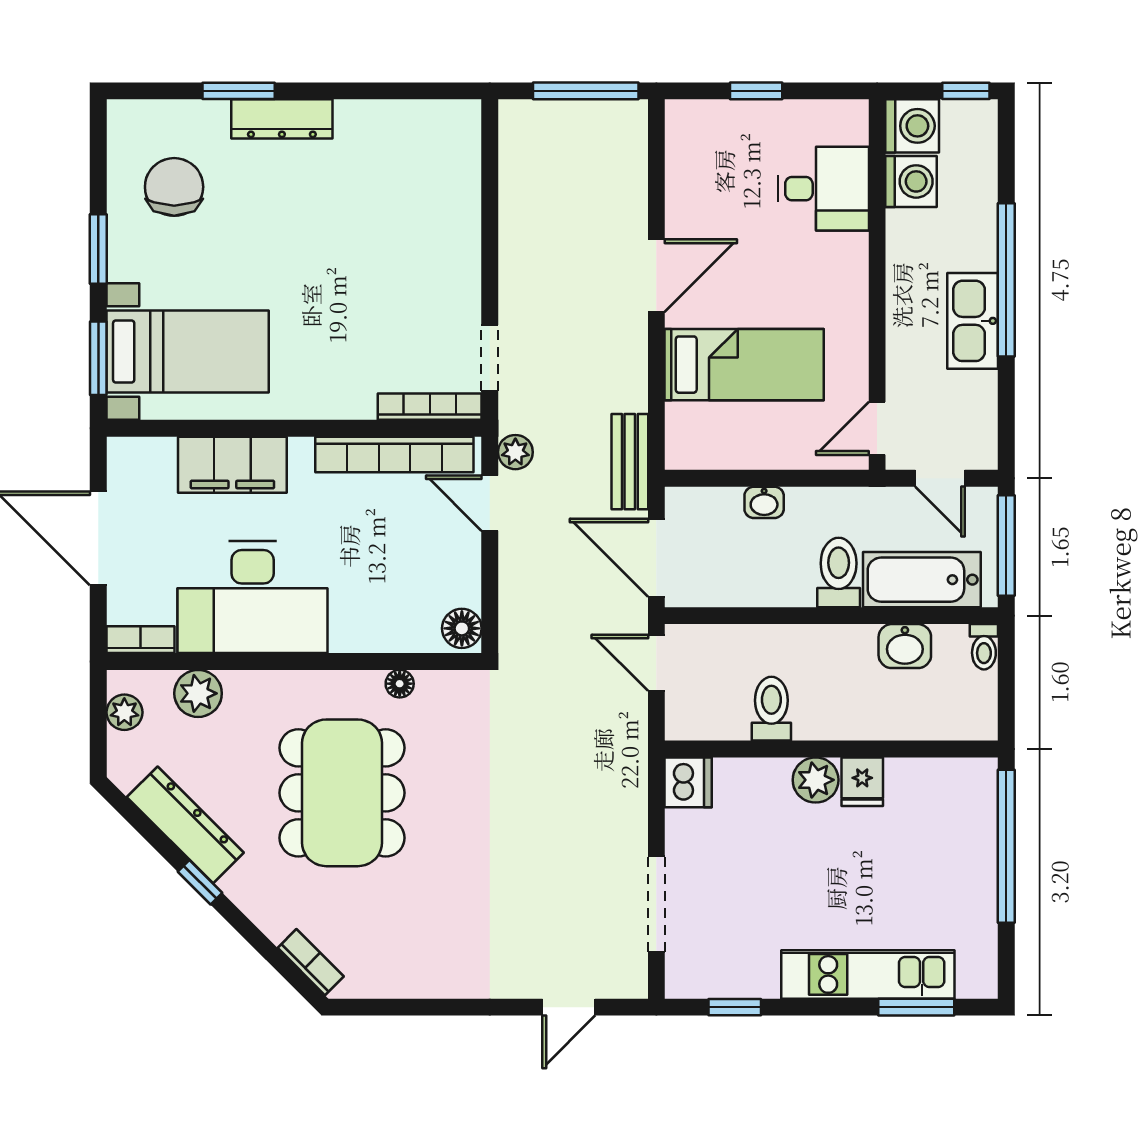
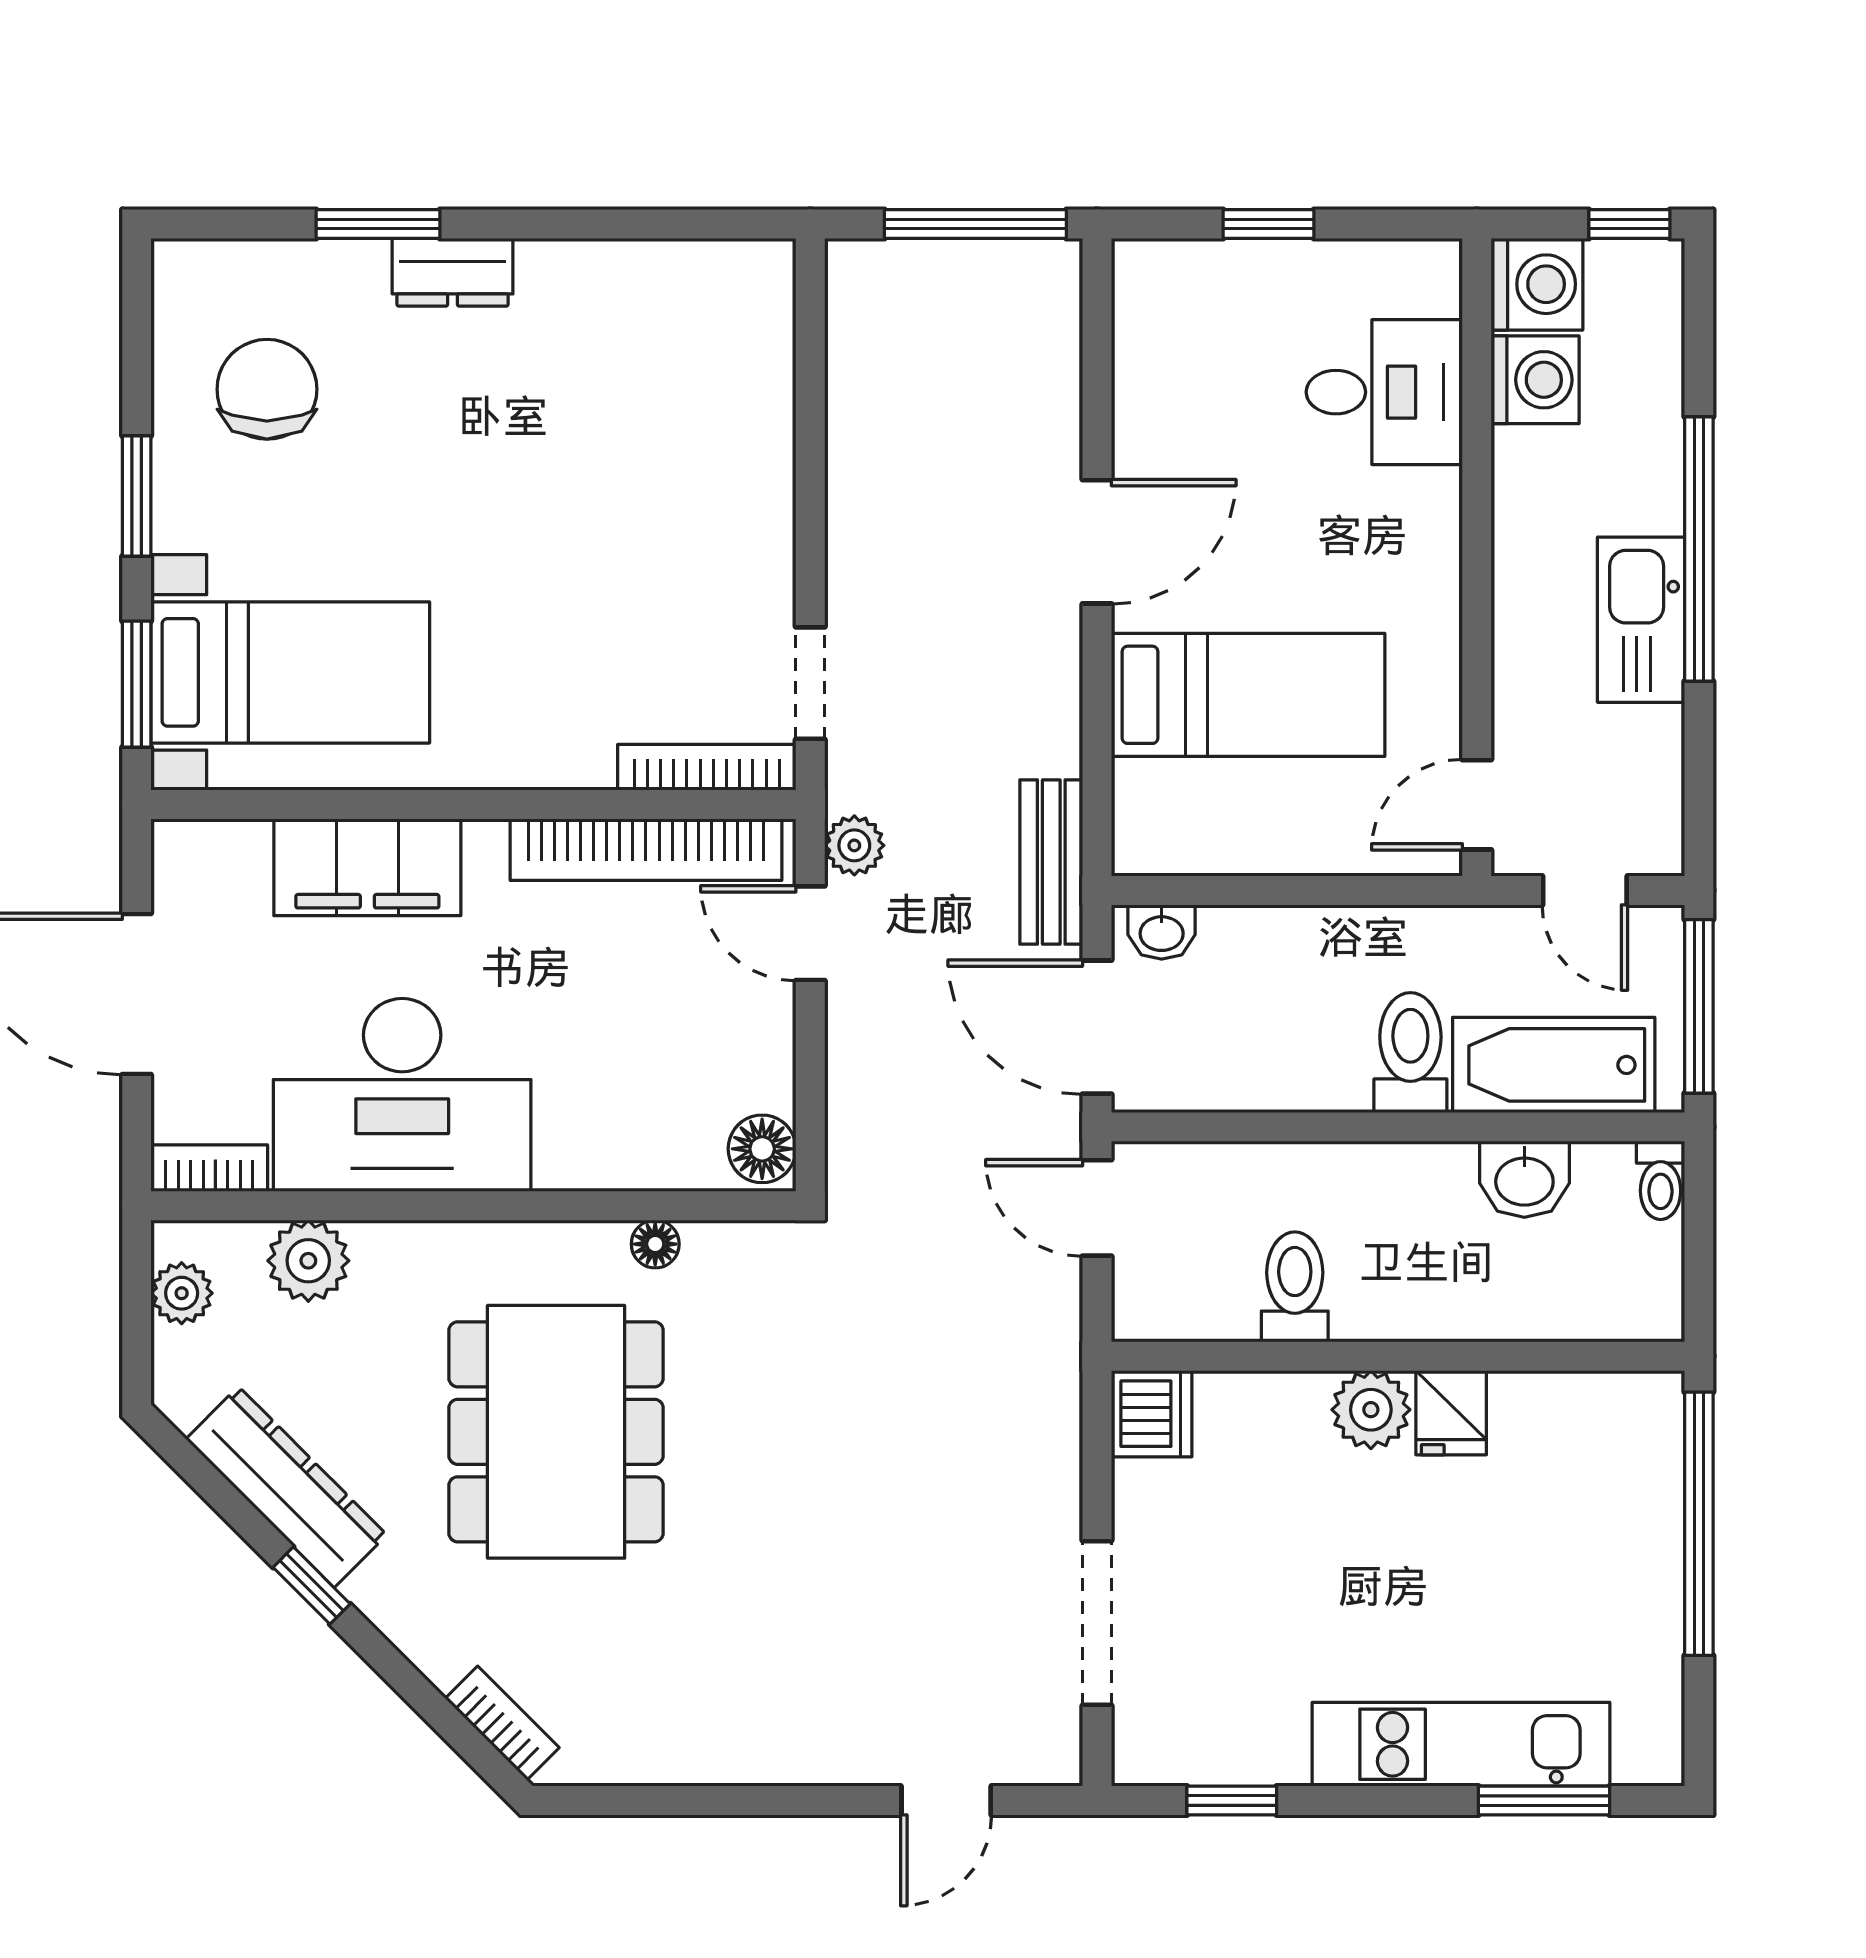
dresser: (282, 119) -> (453, 272), width x0.70
washbasin: (764, 502) -> (1162, 932), moved

